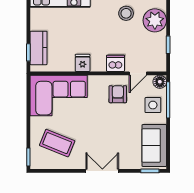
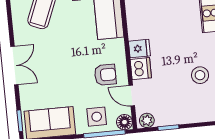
plant: (155, 20) -> (147, 120), moved, width x0.53, depth x0.53
fridge: (83, 63) -> (139, 49), moved

